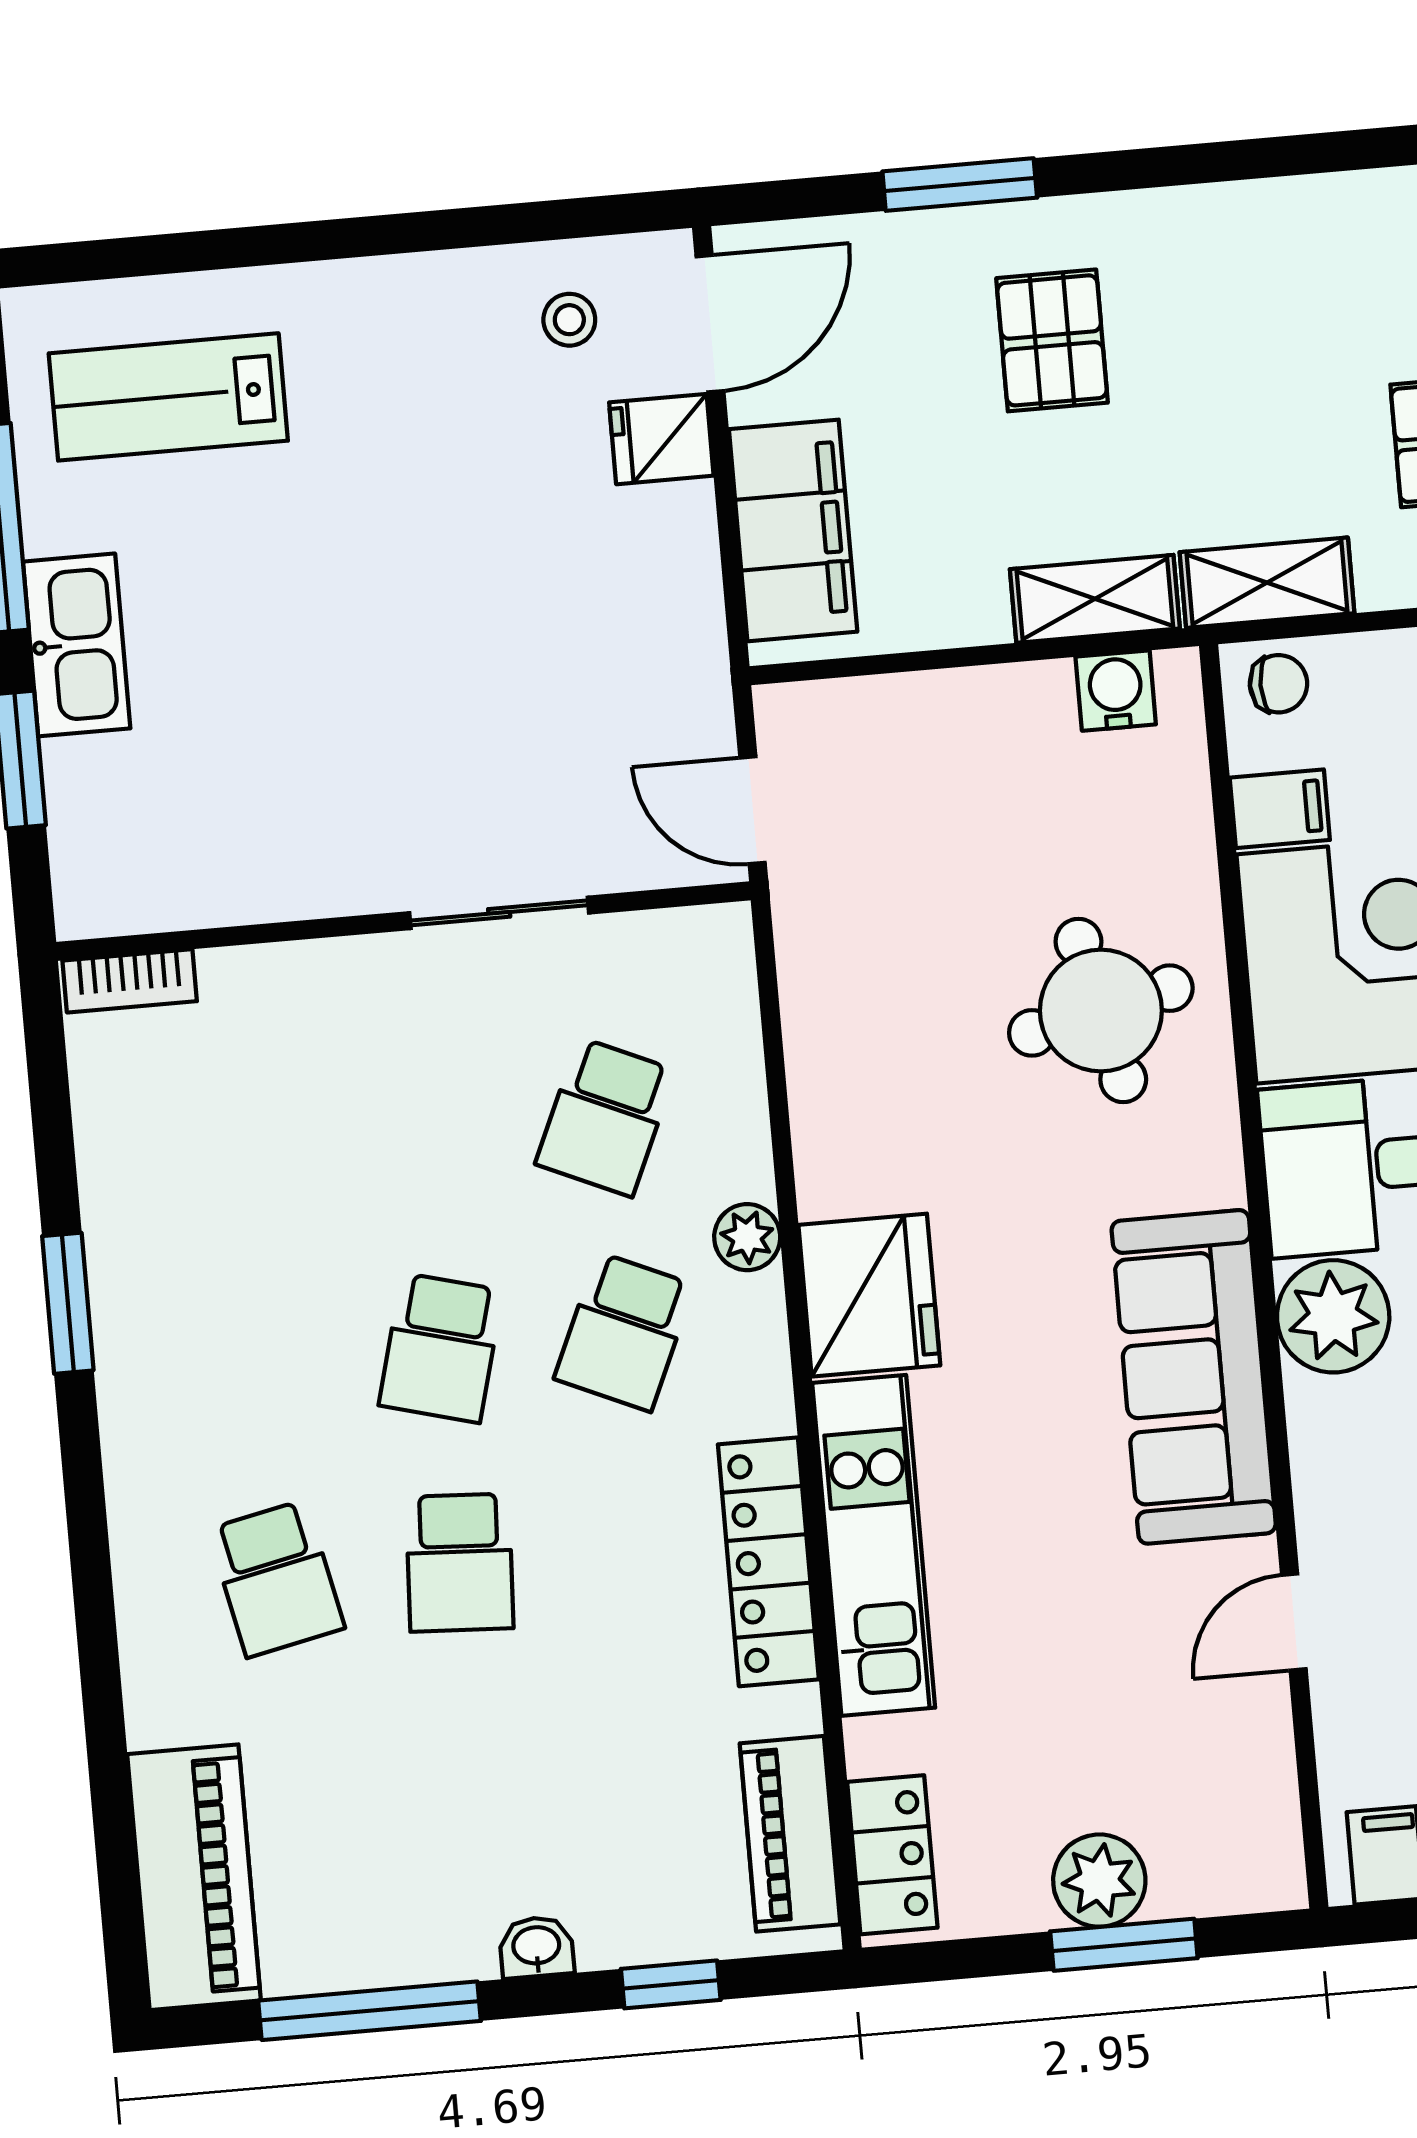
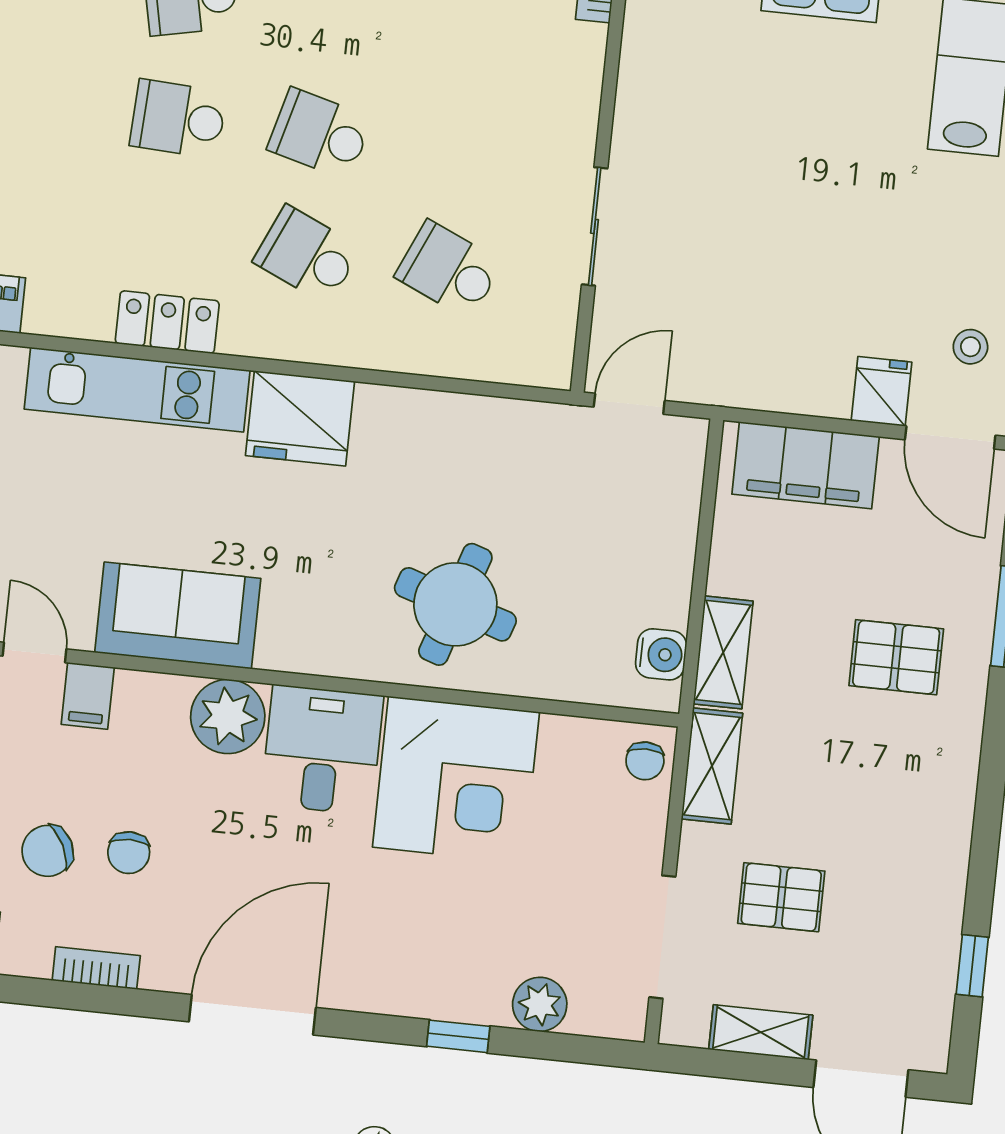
filing cabinet: (1280, 809) -> (88, 696), moved
round table: (1101, 1011) -> (455, 604), turned 31
plant: (747, 1237) -> (353, 346), removed
sofa: (1194, 1377) -> (178, 615), width x0.73
locker: (768, 1562) -> (167, 322), width x0.66

